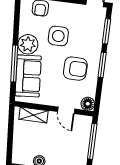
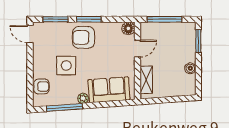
plant: (28, 44) -> (83, 98), width x0.53, depth x0.53
window: (14, 64) -> (64, 107), moved
armchair: (75, 69) -> (84, 37), moved, turned -90

